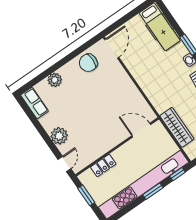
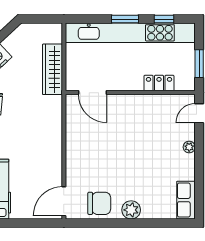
plant: (55, 80) -> (131, 210), moved
plant: (59, 136) -> (189, 147), width x0.53, depth x0.53
window: (178, 174) -> (164, 19), moved

